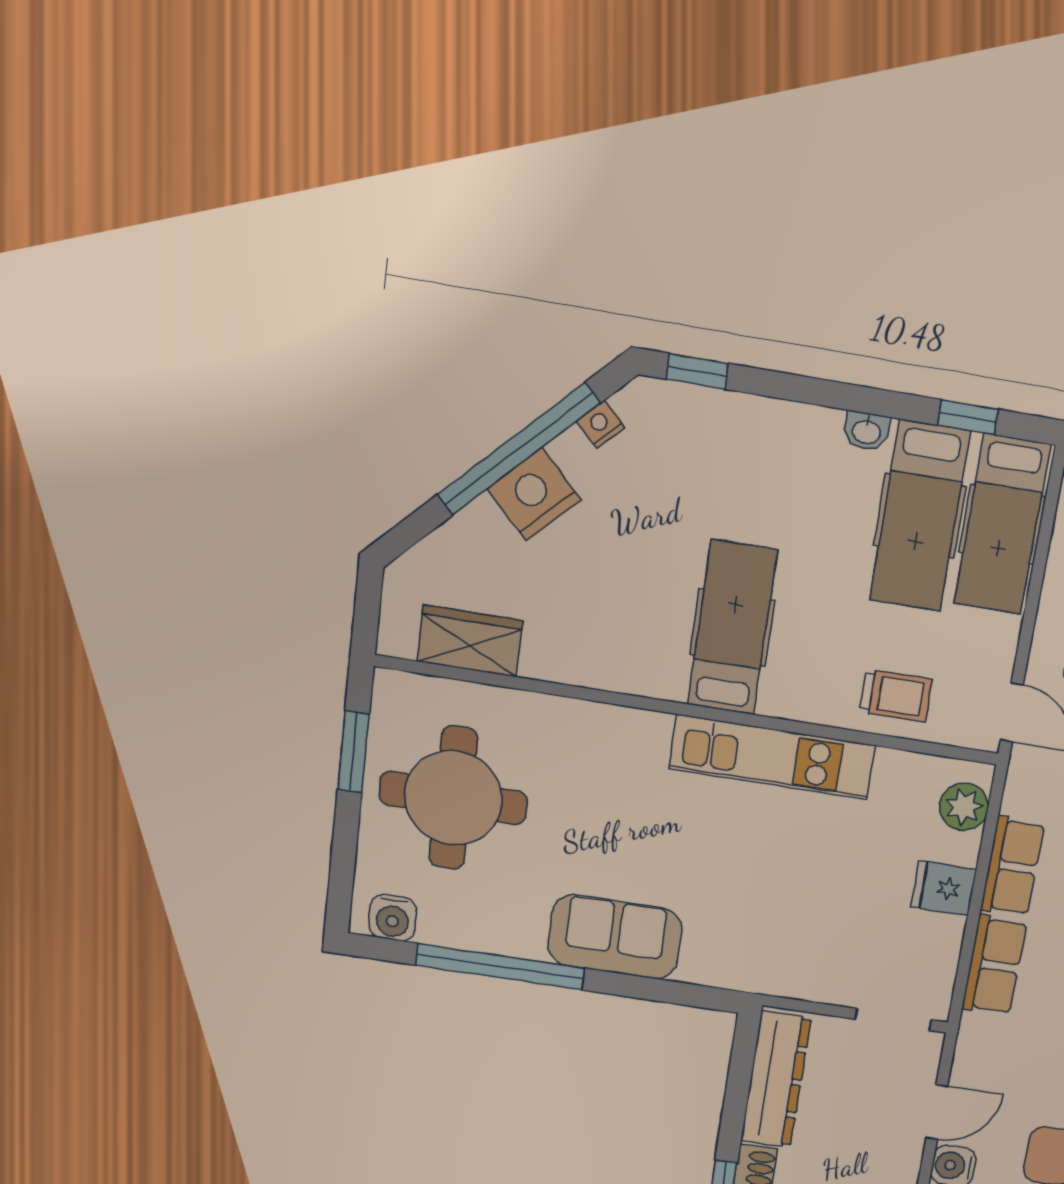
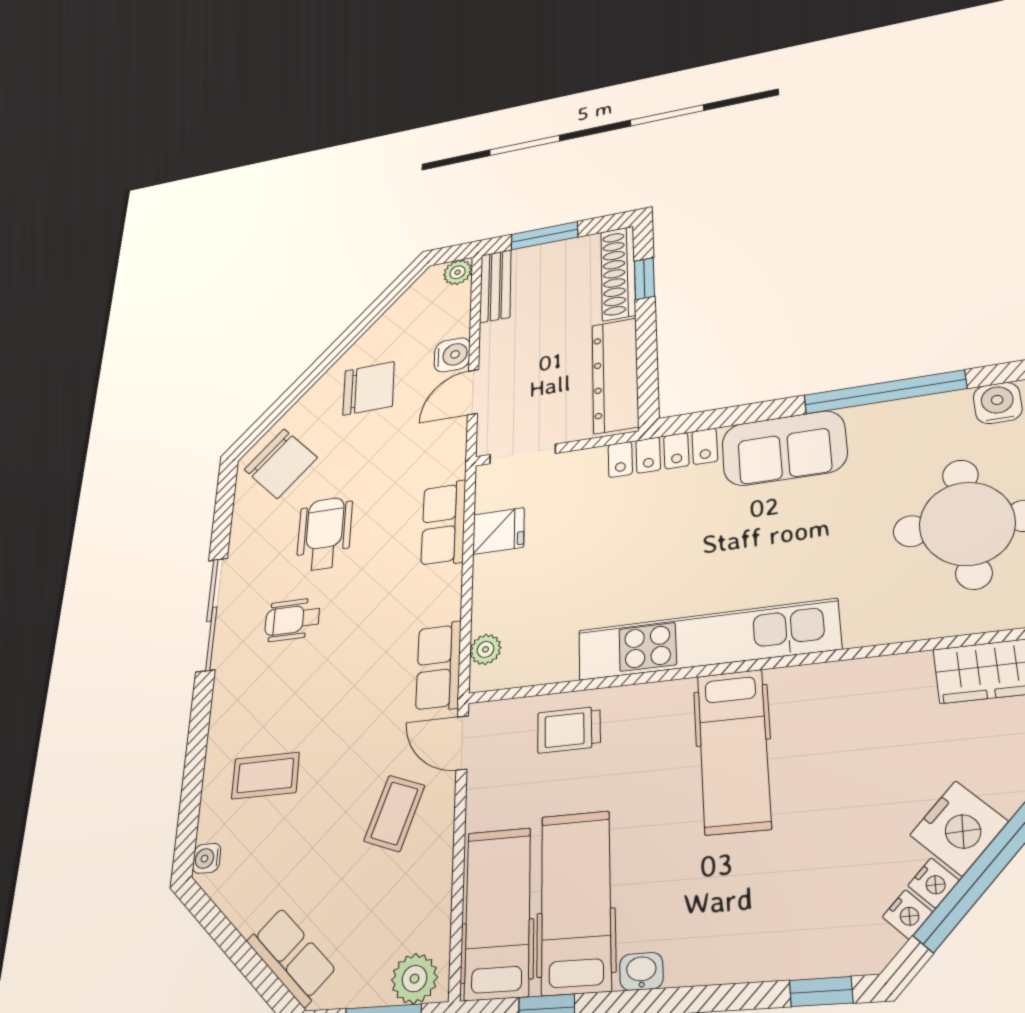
nightstand: (570, 448) -> (933, 883), added
kitchen unit: (772, 757) -> (707, 640), width x1.36
plant: (964, 807) -> (485, 649), width x0.73, depth x0.73
row of seats: (1012, 867) -> (439, 667), moved
fridge: (944, 888) -> (498, 531), moved
locker: (742, 972) -> (662, 453), added

